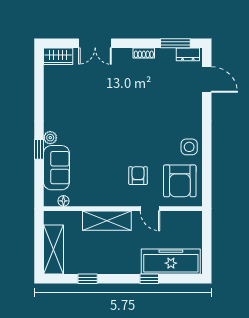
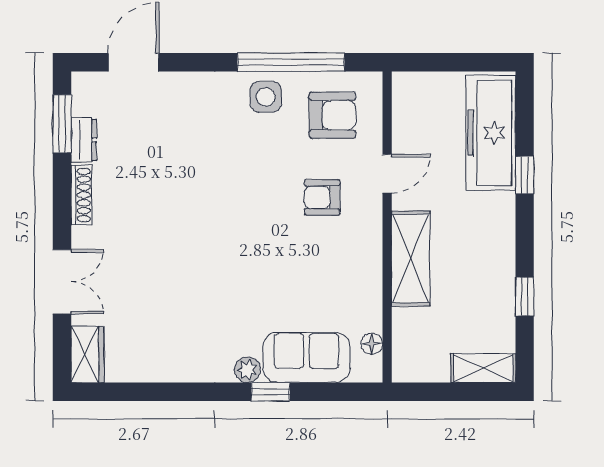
shoe rack: (144, 53) -> (81, 195), width x1.43
dresser: (188, 54) -> (84, 140), moved
window: (207, 160) -> (291, 62), added
armchair: (180, 181) -> (333, 115), width x0.73, depth x0.73
shelving: (54, 249) -> (483, 368), width x0.67, depth x0.75

